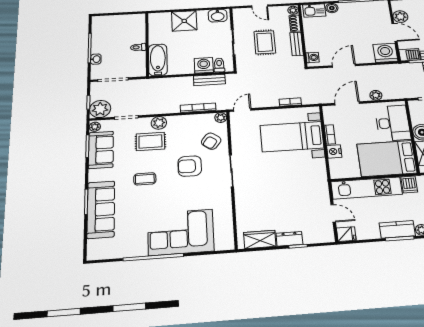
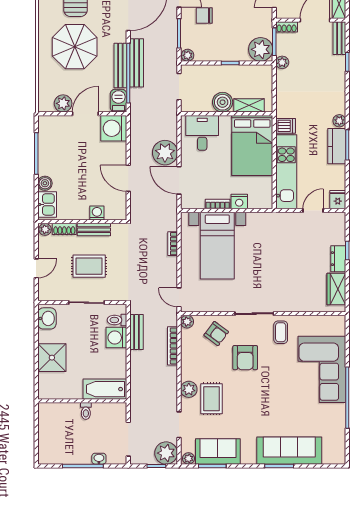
washing machine: (313, 57) -> (97, 213), moved
plant: (376, 95) -> (165, 153), width x1.88, depth x1.88
desk: (393, 123) -> (202, 133), width x0.73
coffee table: (145, 179) -> (281, 332), moved

